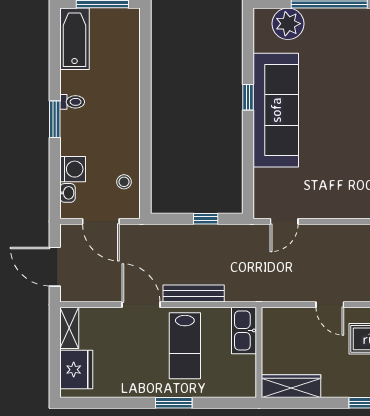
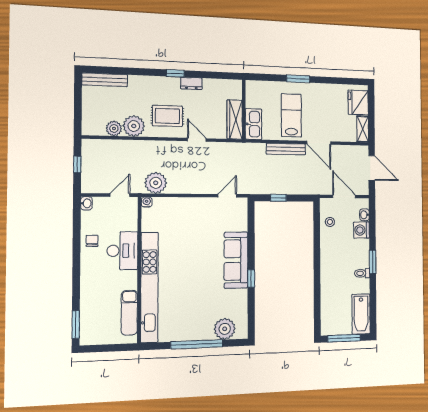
sofa: (276, 110) -> (236, 260), width x0.74, depth x0.79
wardrobe: (291, 386) -> (235, 119), moved, turned 90
dresser: (338, 389) -> (191, 83), added

